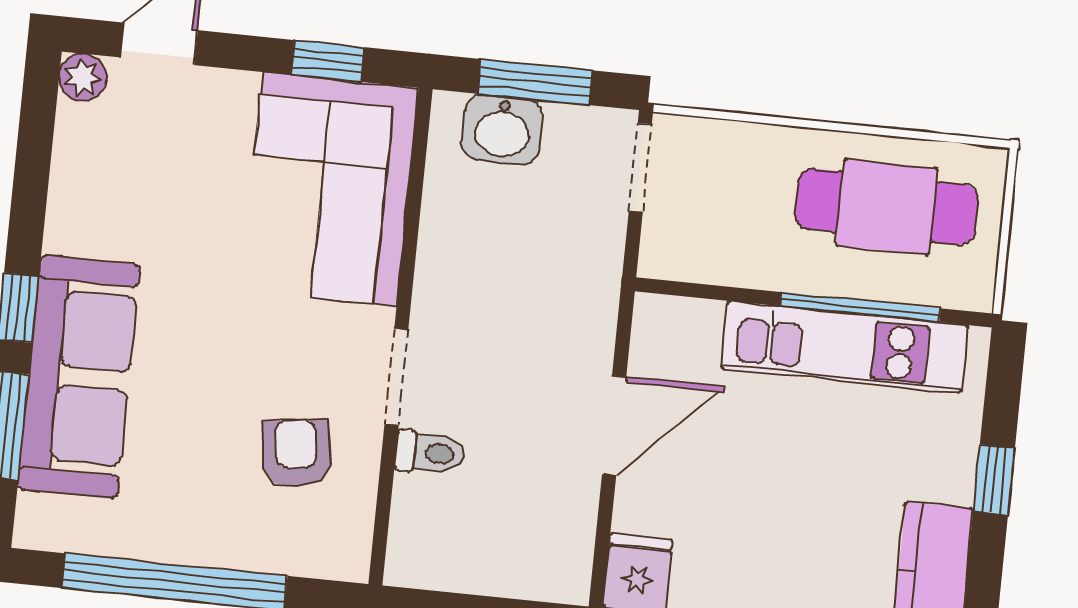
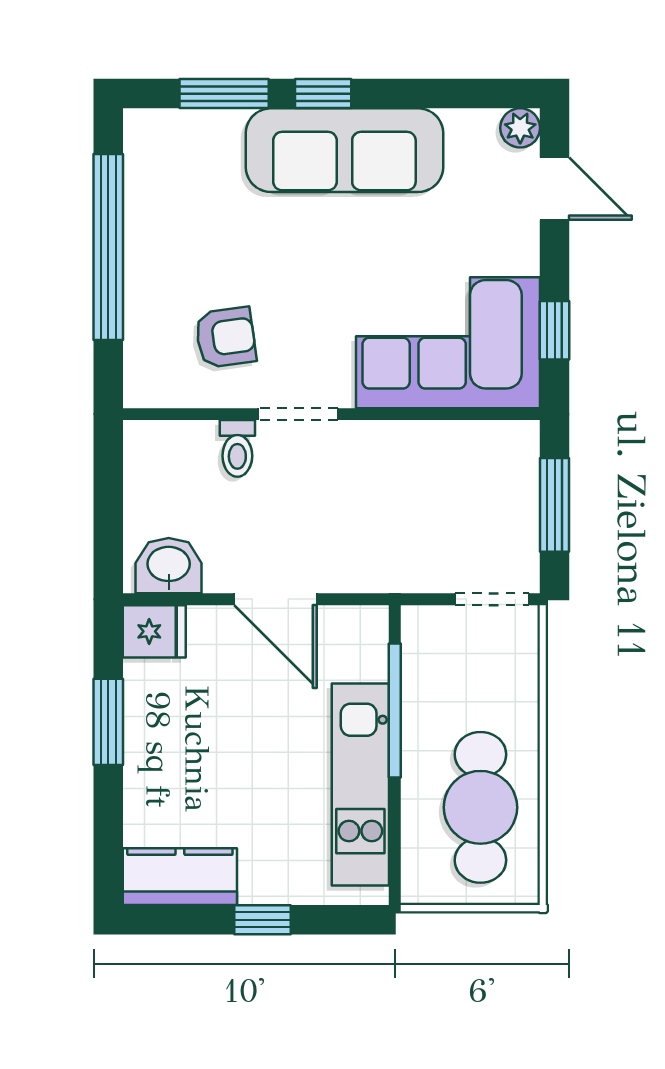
washbasin: (502, 130) -> (169, 566), moved, turned 90
window: (860, 307) -> (395, 711), moved
sofa: (79, 377) -> (344, 150), moved

